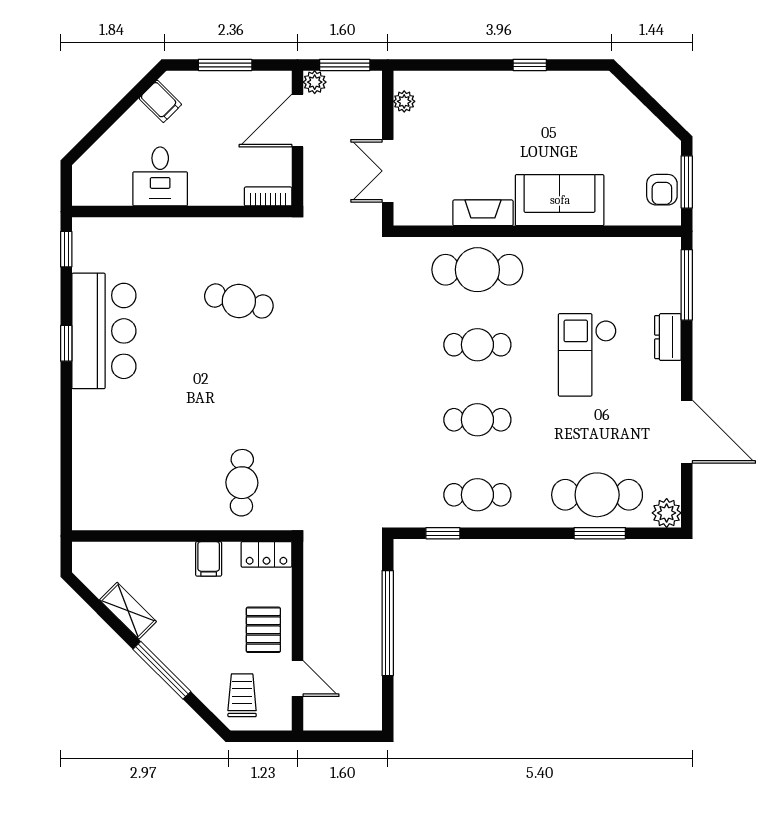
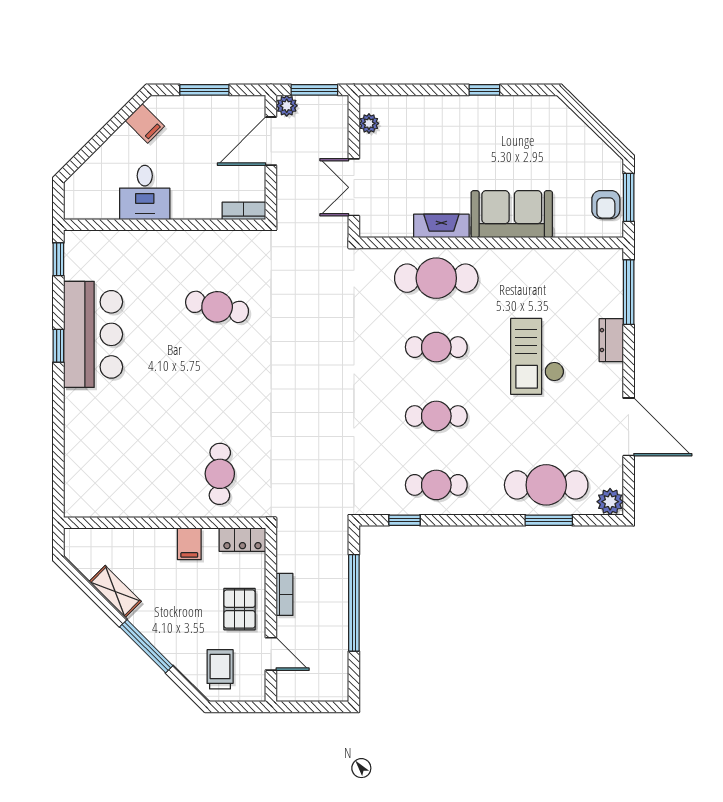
bookcase: (312, 614) -> (284, 594), added

